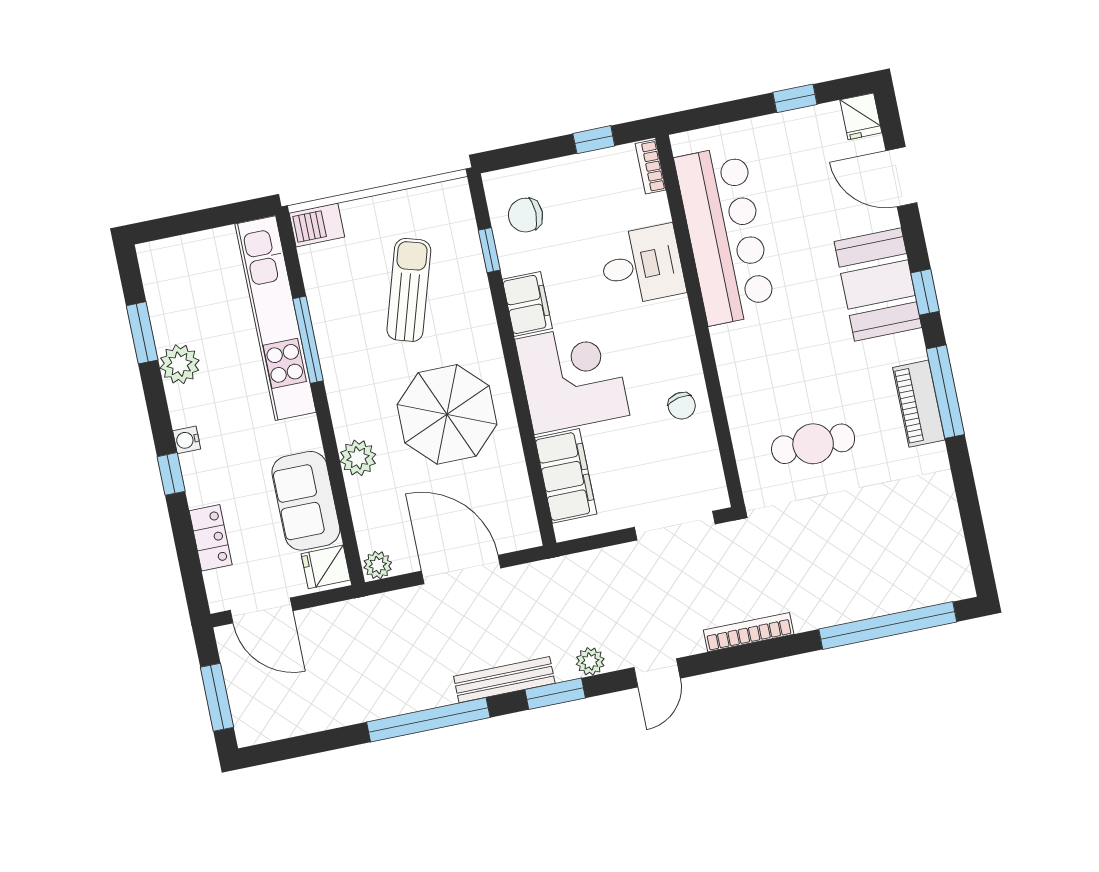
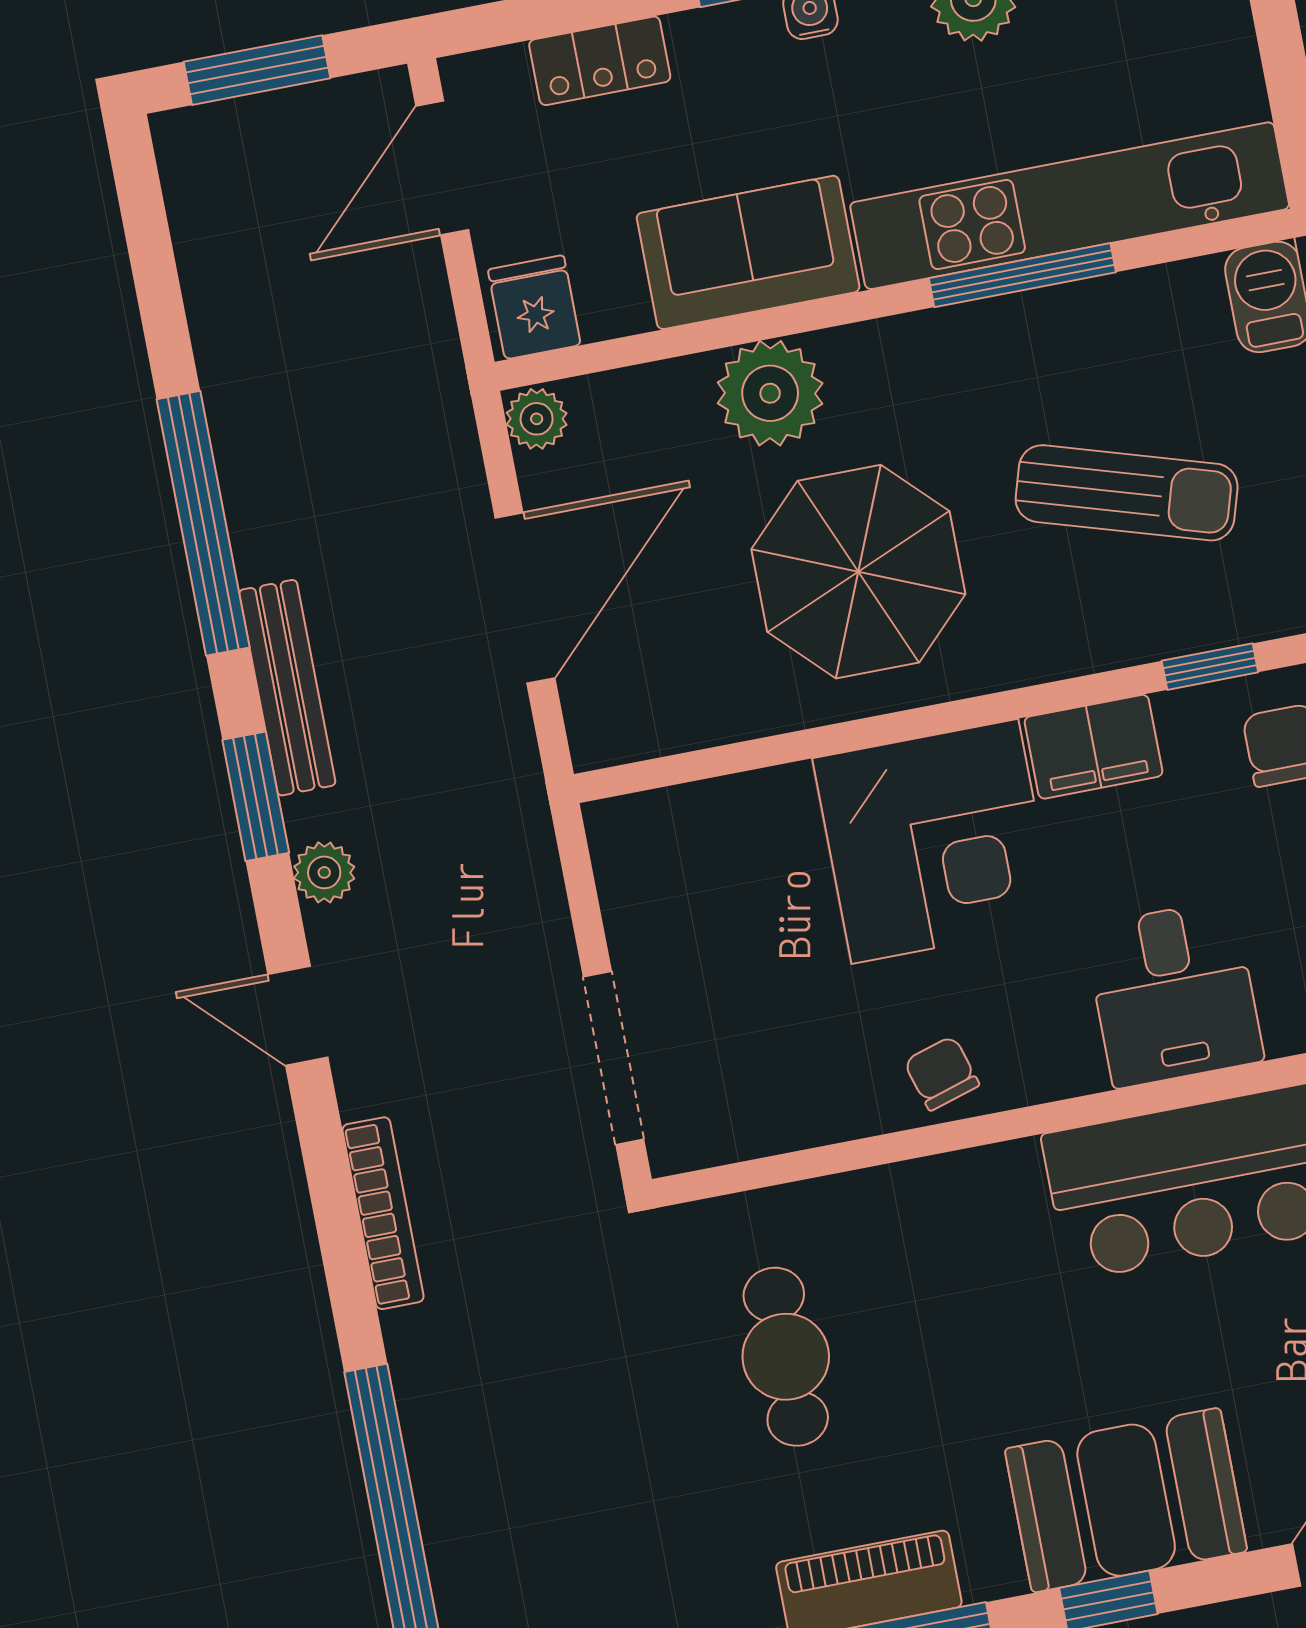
chair: (682, 406) -> (942, 1073), moved, turned 84
plant: (358, 458) -> (770, 393), width x1.36, depth x1.36
filing cabinet: (566, 476) -> (723, 825), removed
sofa: (306, 501) -> (748, 252), moved

